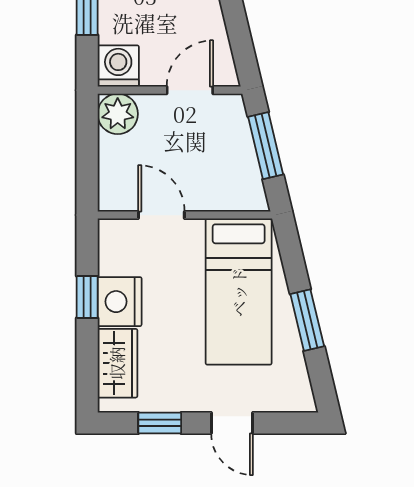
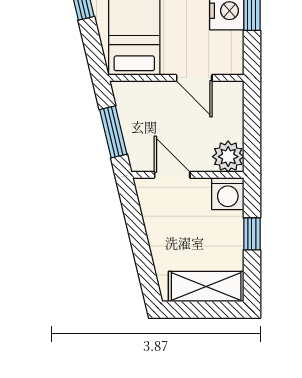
door: (190, 90) -> (172, 175), swing flipped

